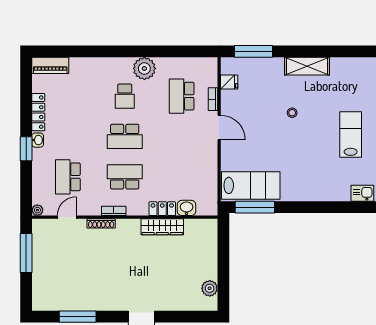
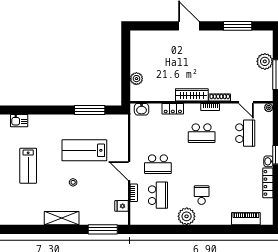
piano: (50, 65) -> (246, 219), moved
school desk: (125, 136) -> (158, 164), moved, turned 180
lab bench: (251, 185) -> (84, 150), moved
window: (255, 207) -> (90, 110), moved
washbasin: (186, 208) -> (142, 109), moved
door: (67, 217) -> (246, 102), hinge flipped
wardrobe: (162, 227) -> (192, 95), moved
plant: (42, 270) -> (265, 61), added
plant: (210, 288) -> (136, 79), moved

